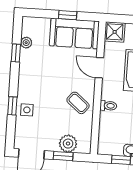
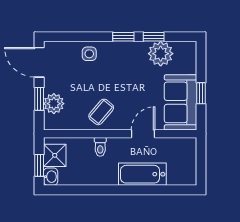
shower: (115, 32) -> (55, 155), moved
plant: (26, 43) -> (161, 54), width x1.87, depth x1.87
window: (12, 106) -> (123, 37), moved

